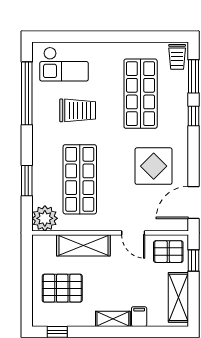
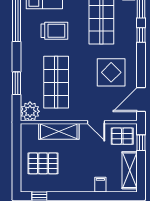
shelving: (113, 319) -> (81, 186), removed

